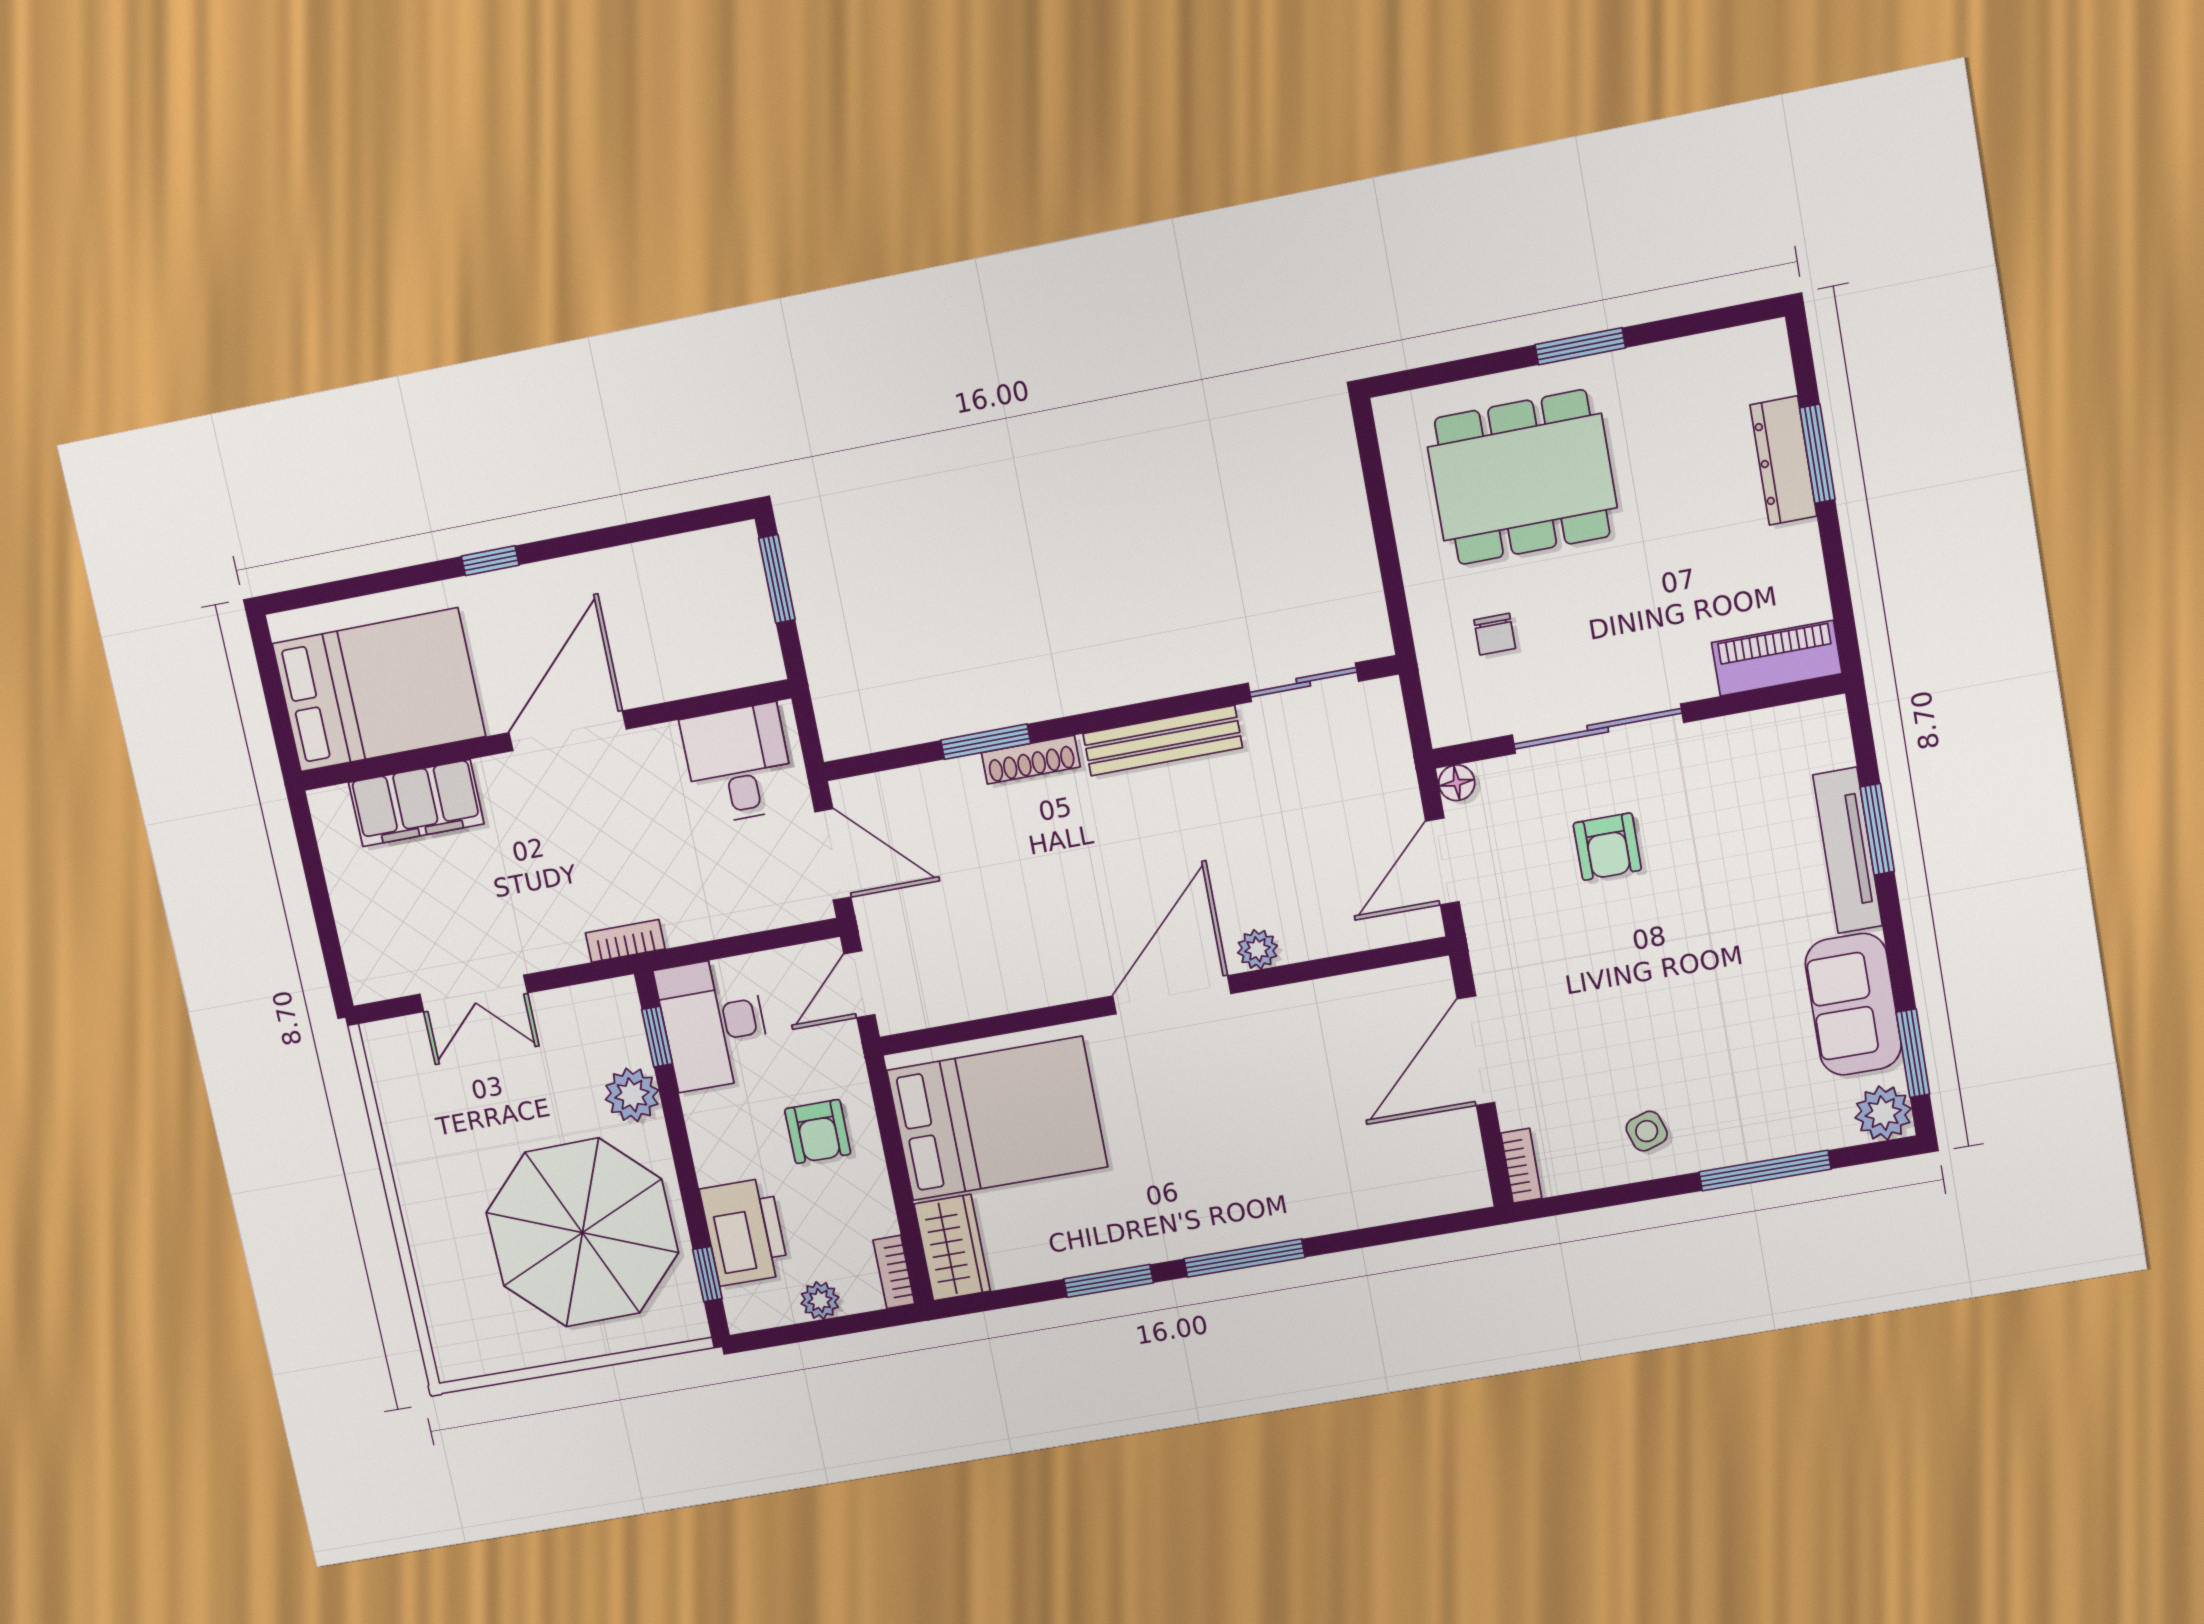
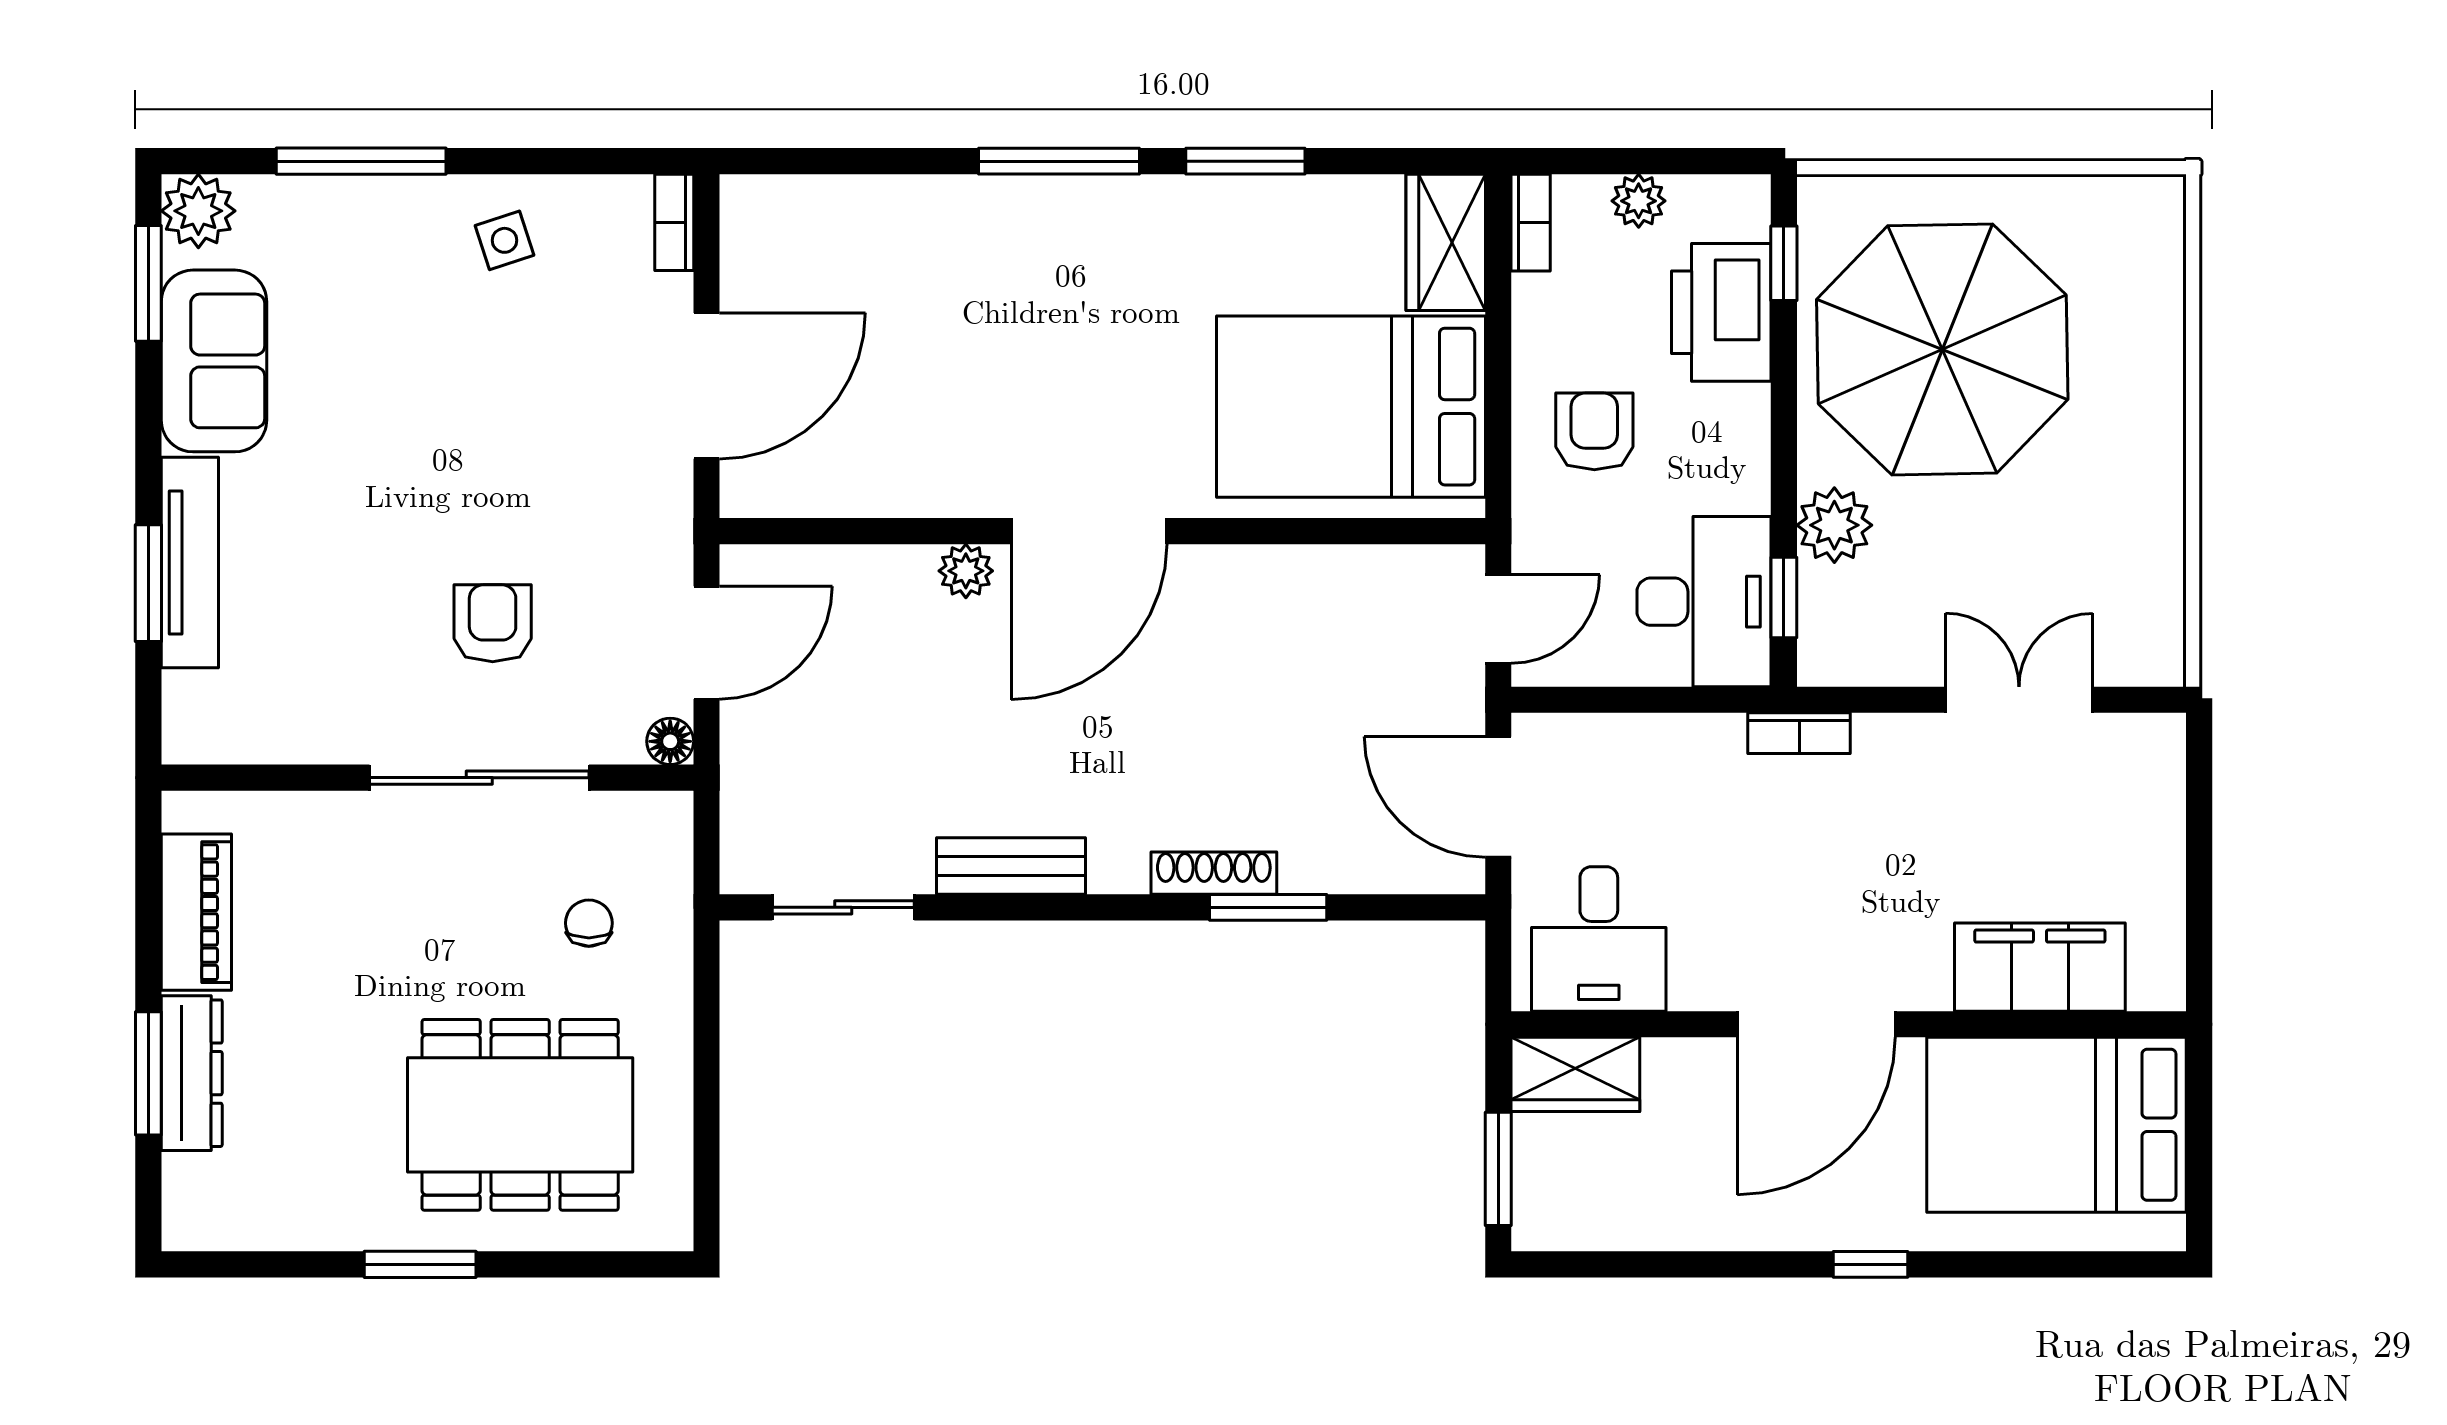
piano: (1777, 658) -> (196, 912), moved, turned -90
wardrobe: (735, 660) -> (1575, 1074), added
bench: (1163, 741) -> (1011, 866), width x0.73

